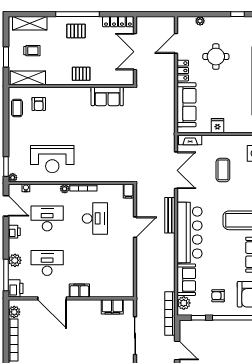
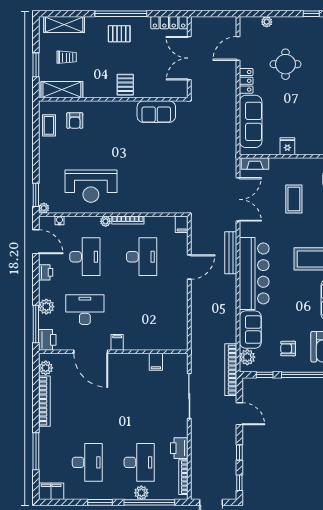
pallet: (81, 74) -> (125, 85), turned 90
desk: (47, 218) -> (85, 257), turned 90
filing cabinet: (79, 291) -> (117, 342), width x0.50
filing cabinet: (112, 307) -> (156, 362), width x0.50

